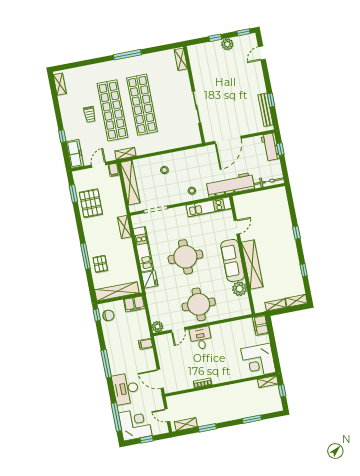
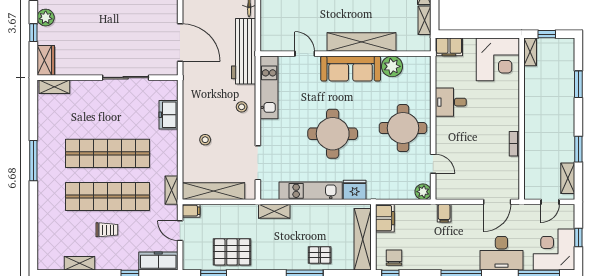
wardrobe: (198, 50) -> (46, 60), added
shelving: (60, 84) -> (80, 263), moved
freezer: (177, 142) -> (169, 115), added
desk: (201, 338) -> (451, 102), moved

